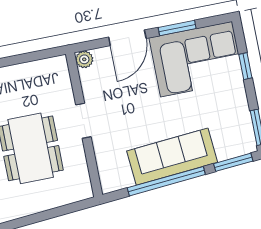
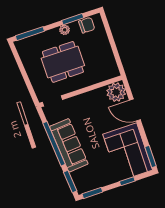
window: (177, 28) -> (151, 156), moved
plant: (84, 59) -> (116, 92), width x1.88, depth x1.88
doorway: (83, 121) -> (52, 101), moved

